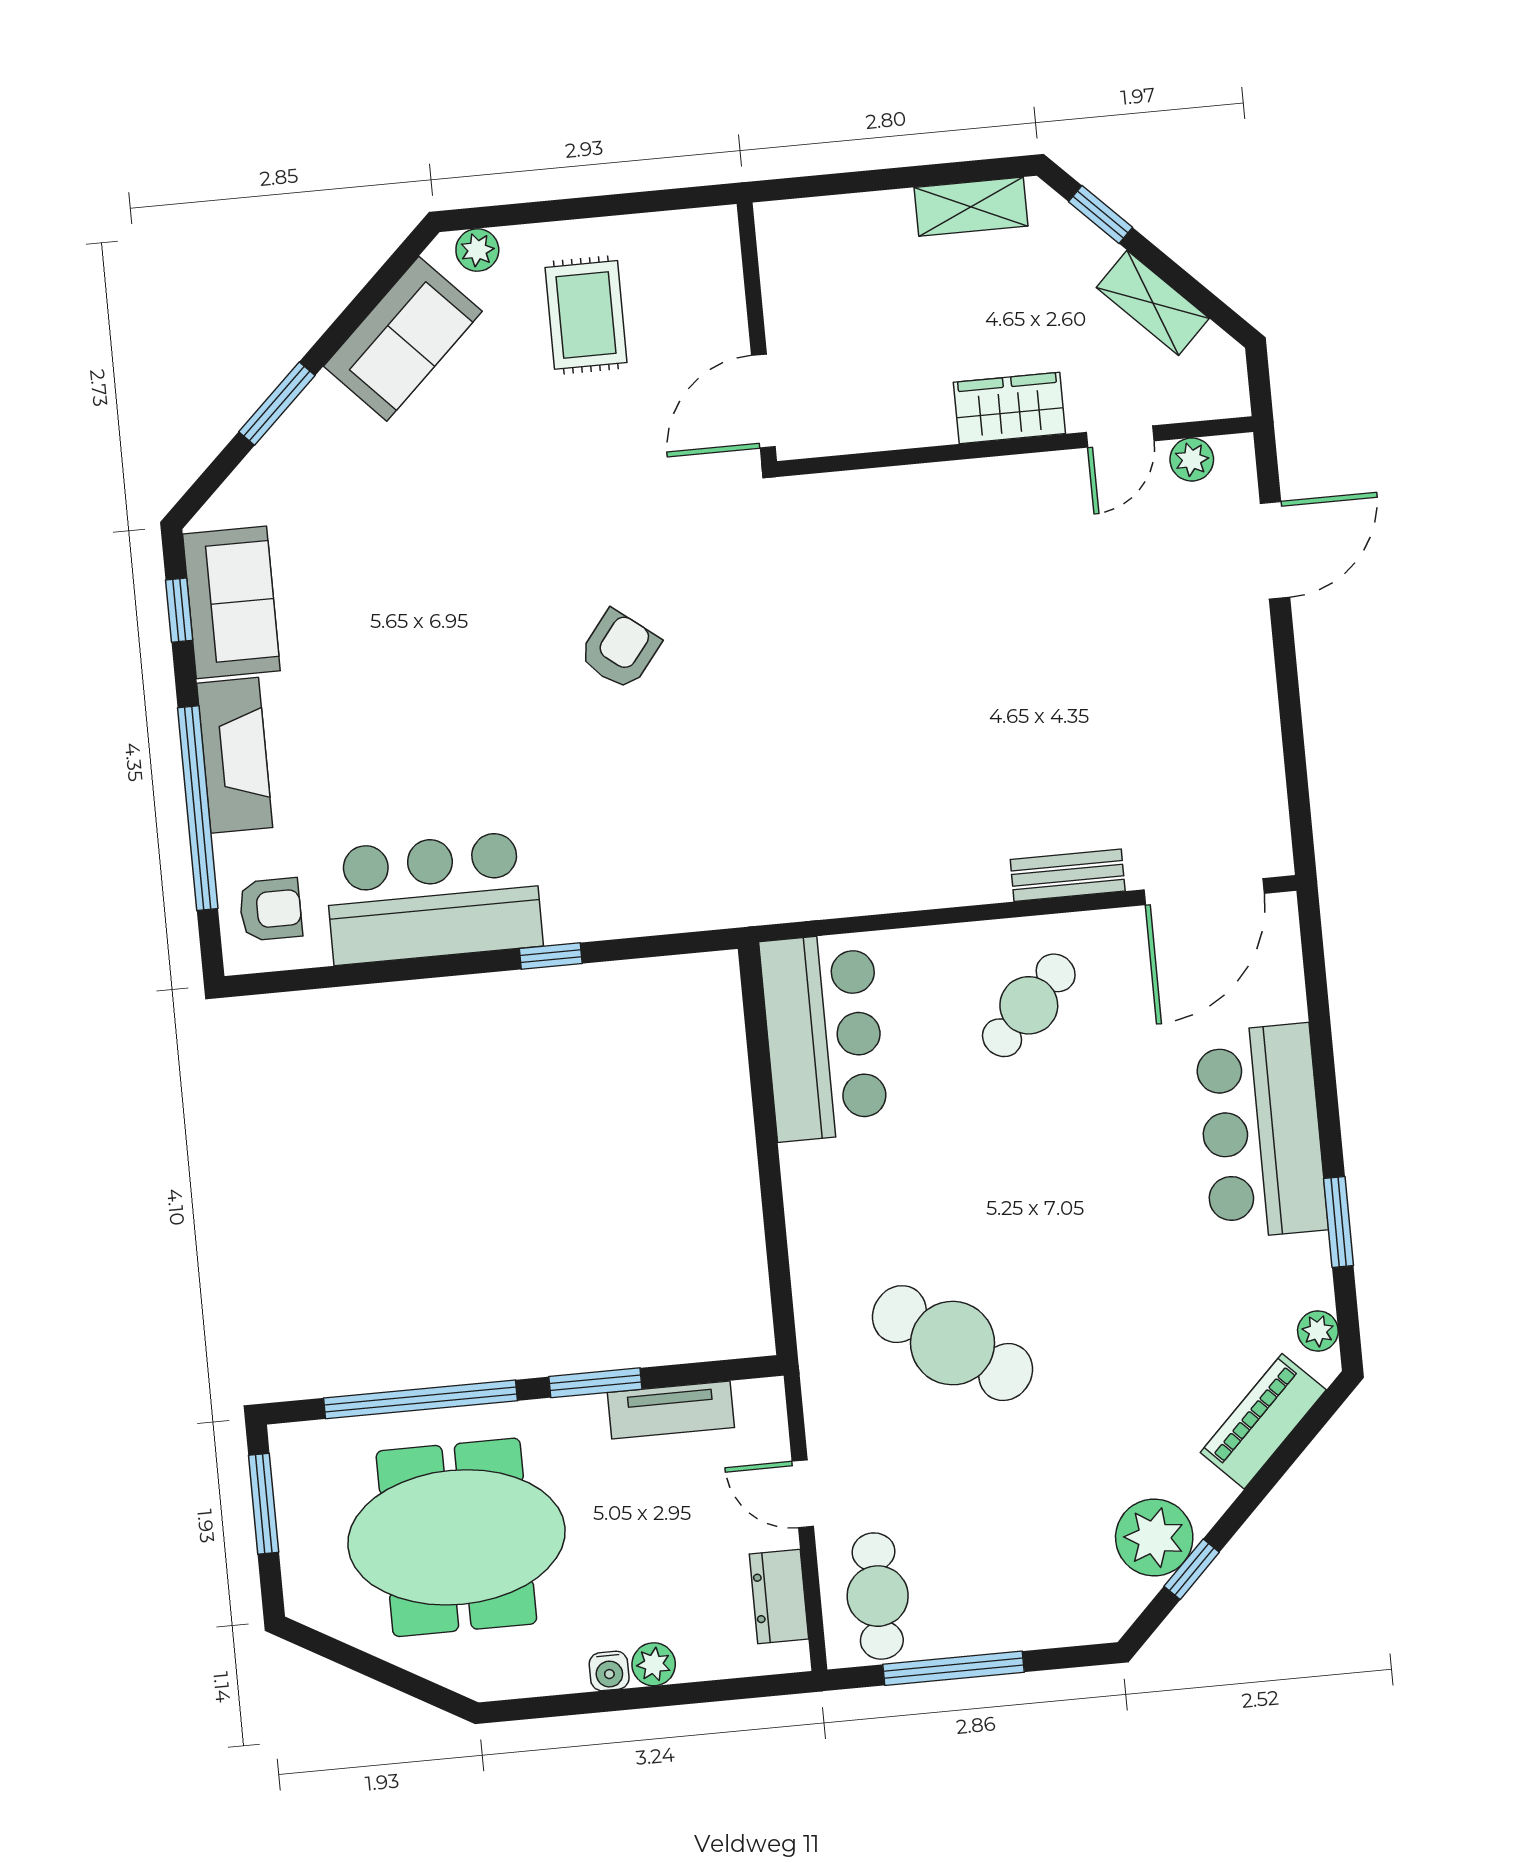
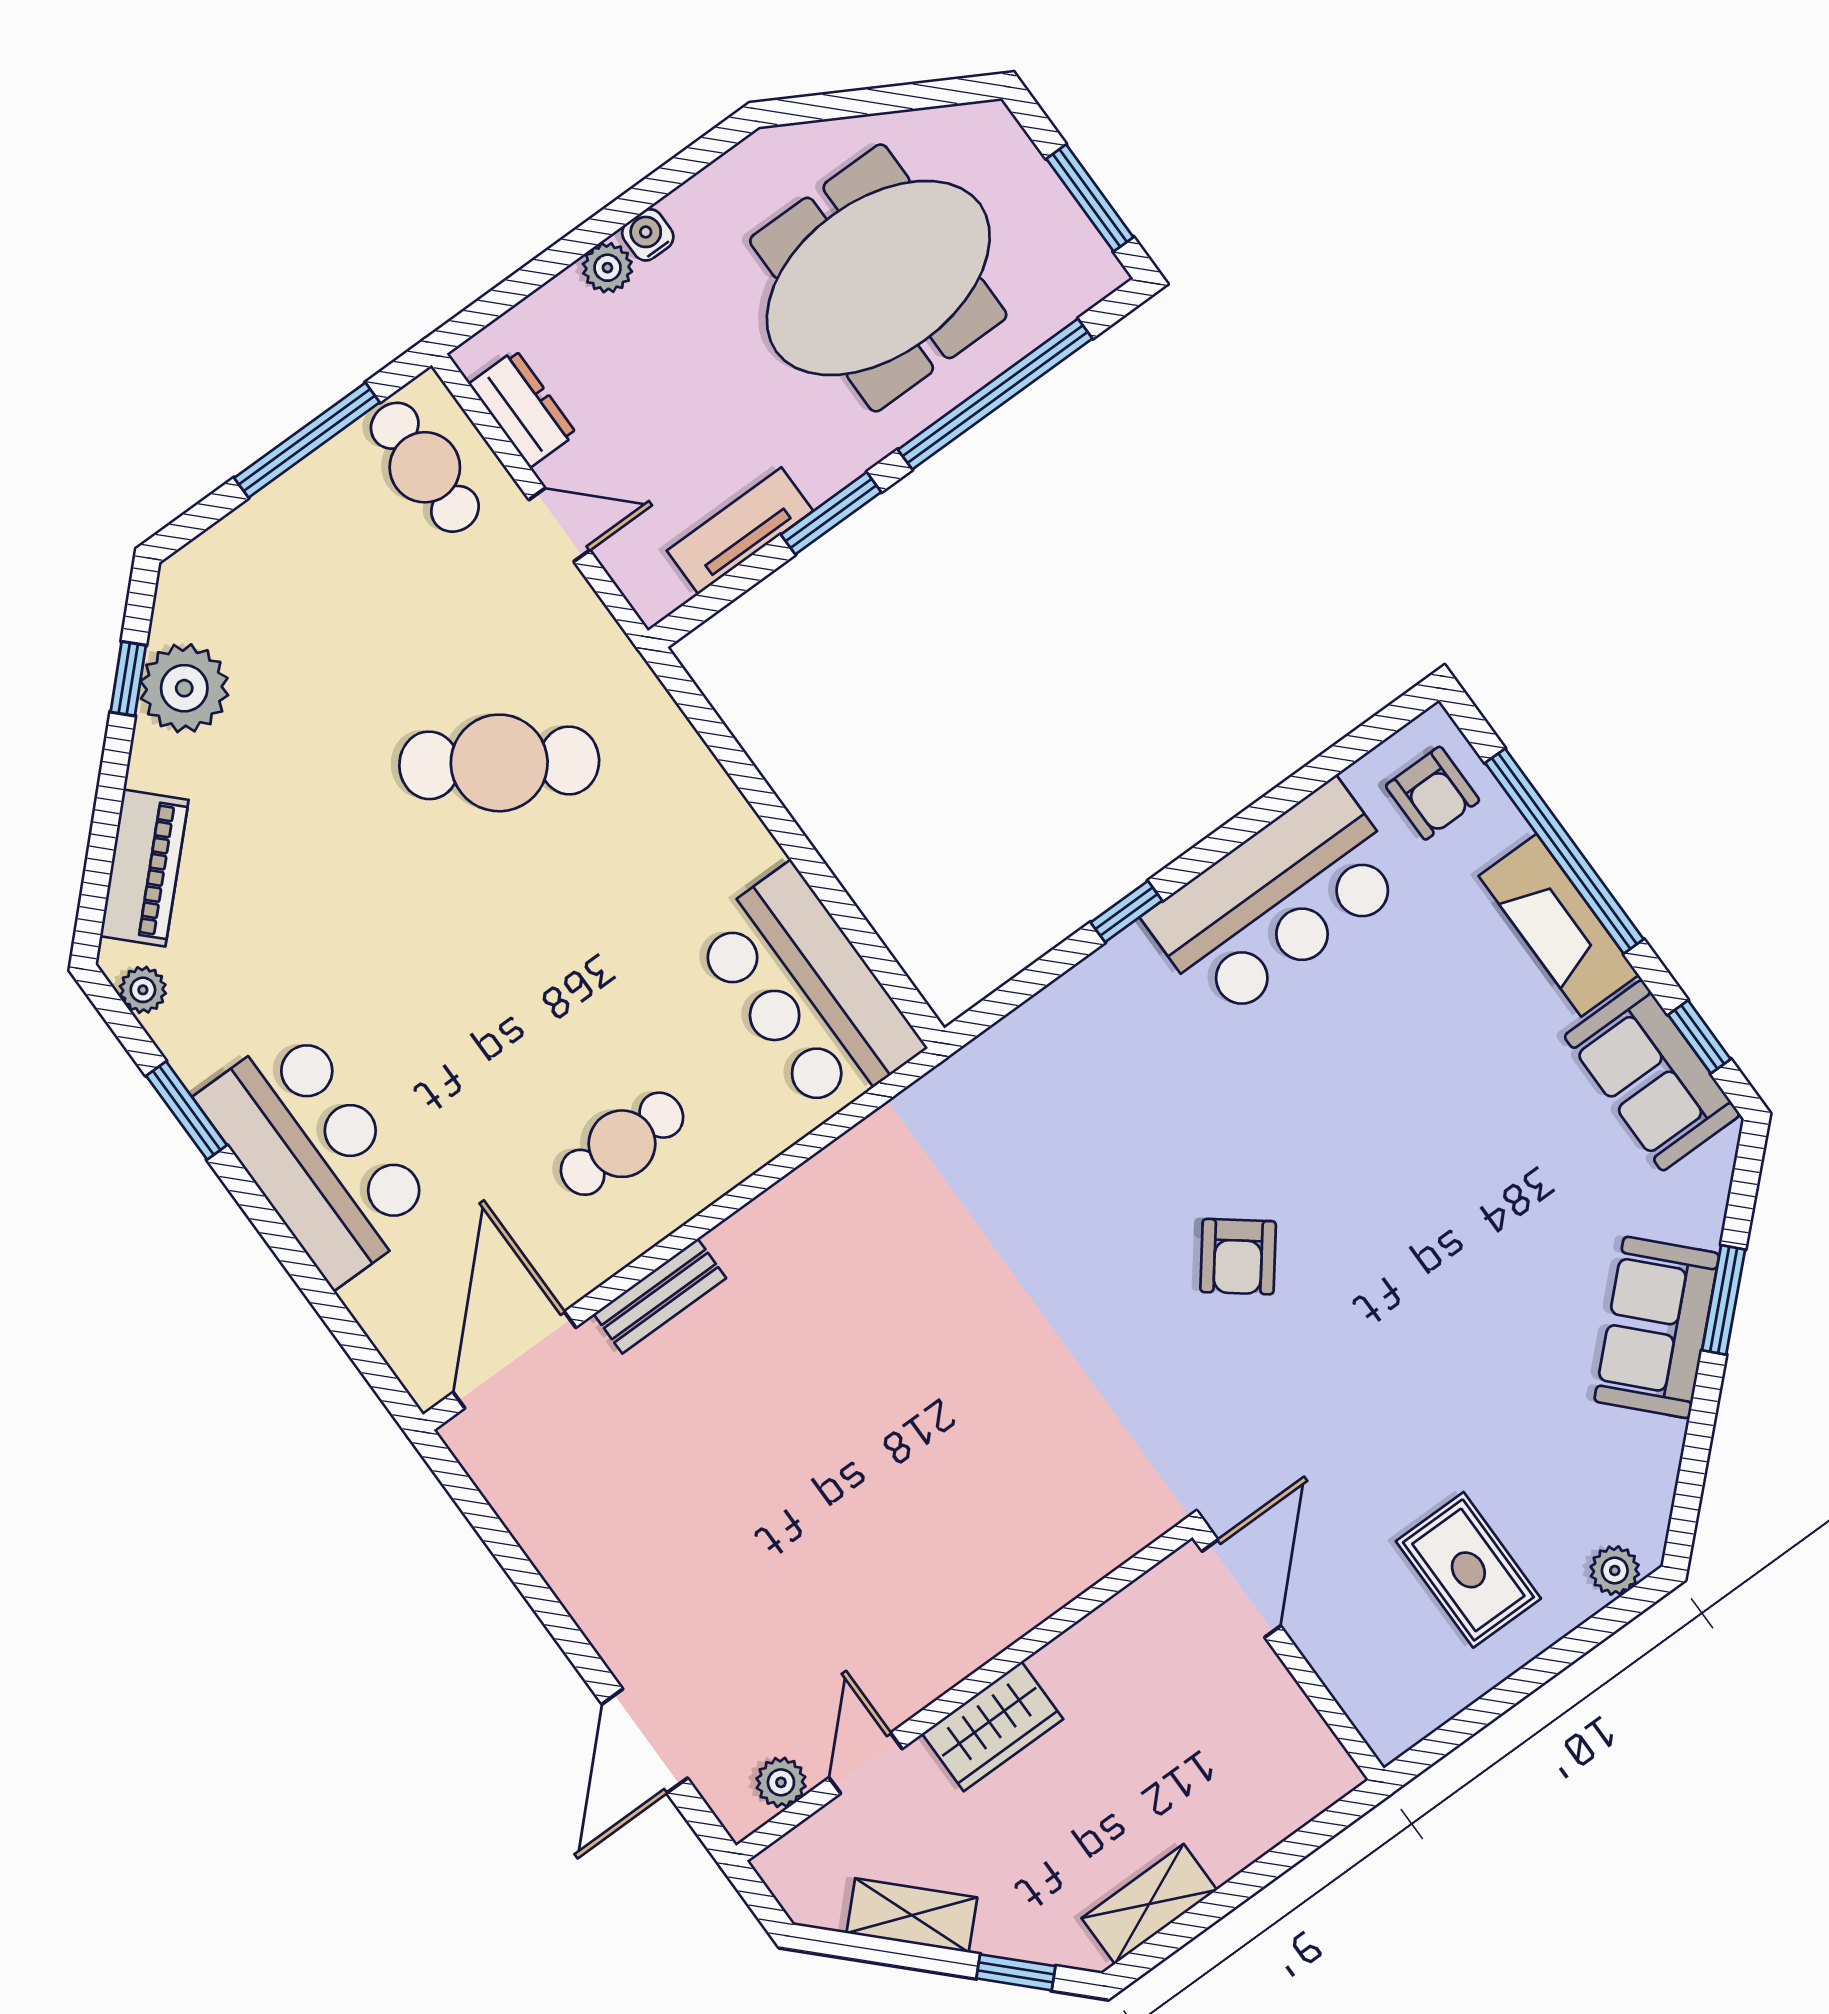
sofa: (403, 339) -> (1657, 1327), moved
armchair: (271, 909) -> (1433, 793), turned -90
cafe table: (1029, 1005) -> (622, 1144), turned 45

